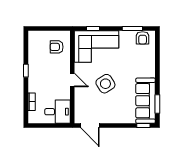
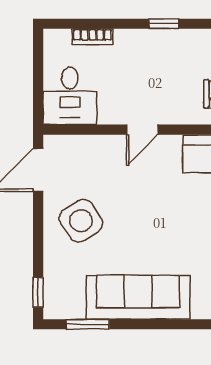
side table: (105, 84) -> (81, 221), moved
sofa: (146, 101) -> (138, 297), moved

